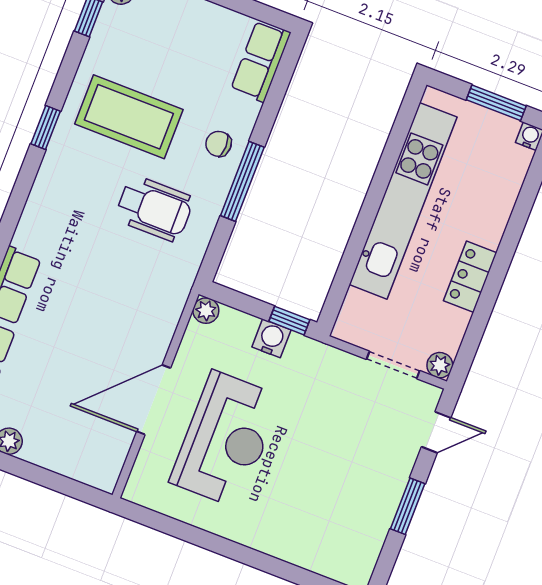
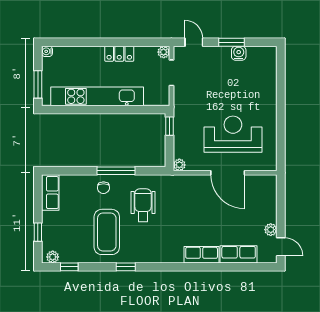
row of seats: (261, 61) -> (50, 193), moved, turned -90
window: (496, 103) -> (38, 84), moved
water cooler: (271, 338) -> (239, 53), moved, turned 90

